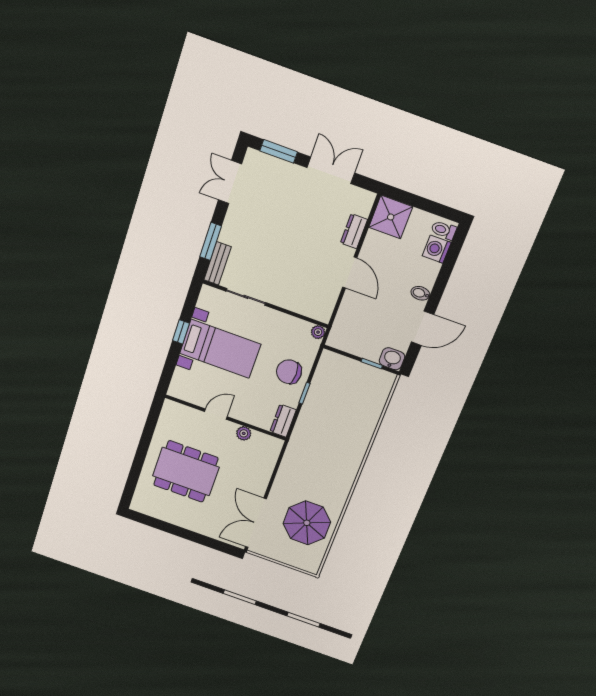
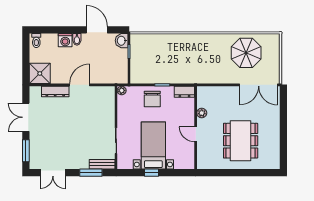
dresser: (354, 231) -> (55, 91), width x1.44
washing machine: (437, 249) -> (65, 40), moved

